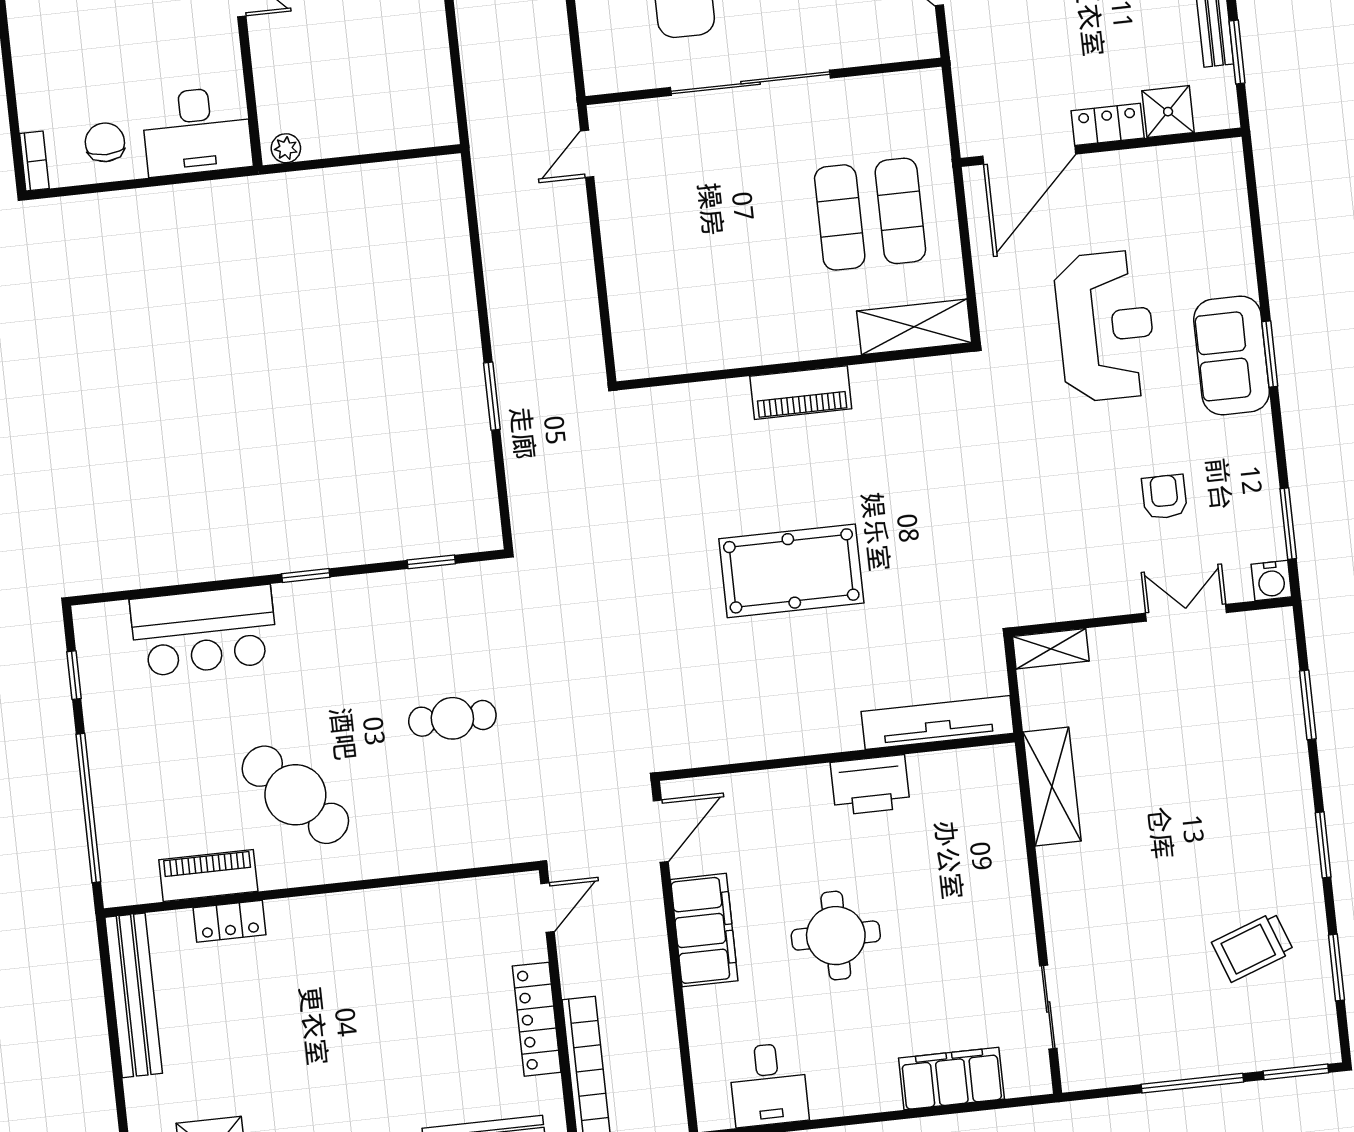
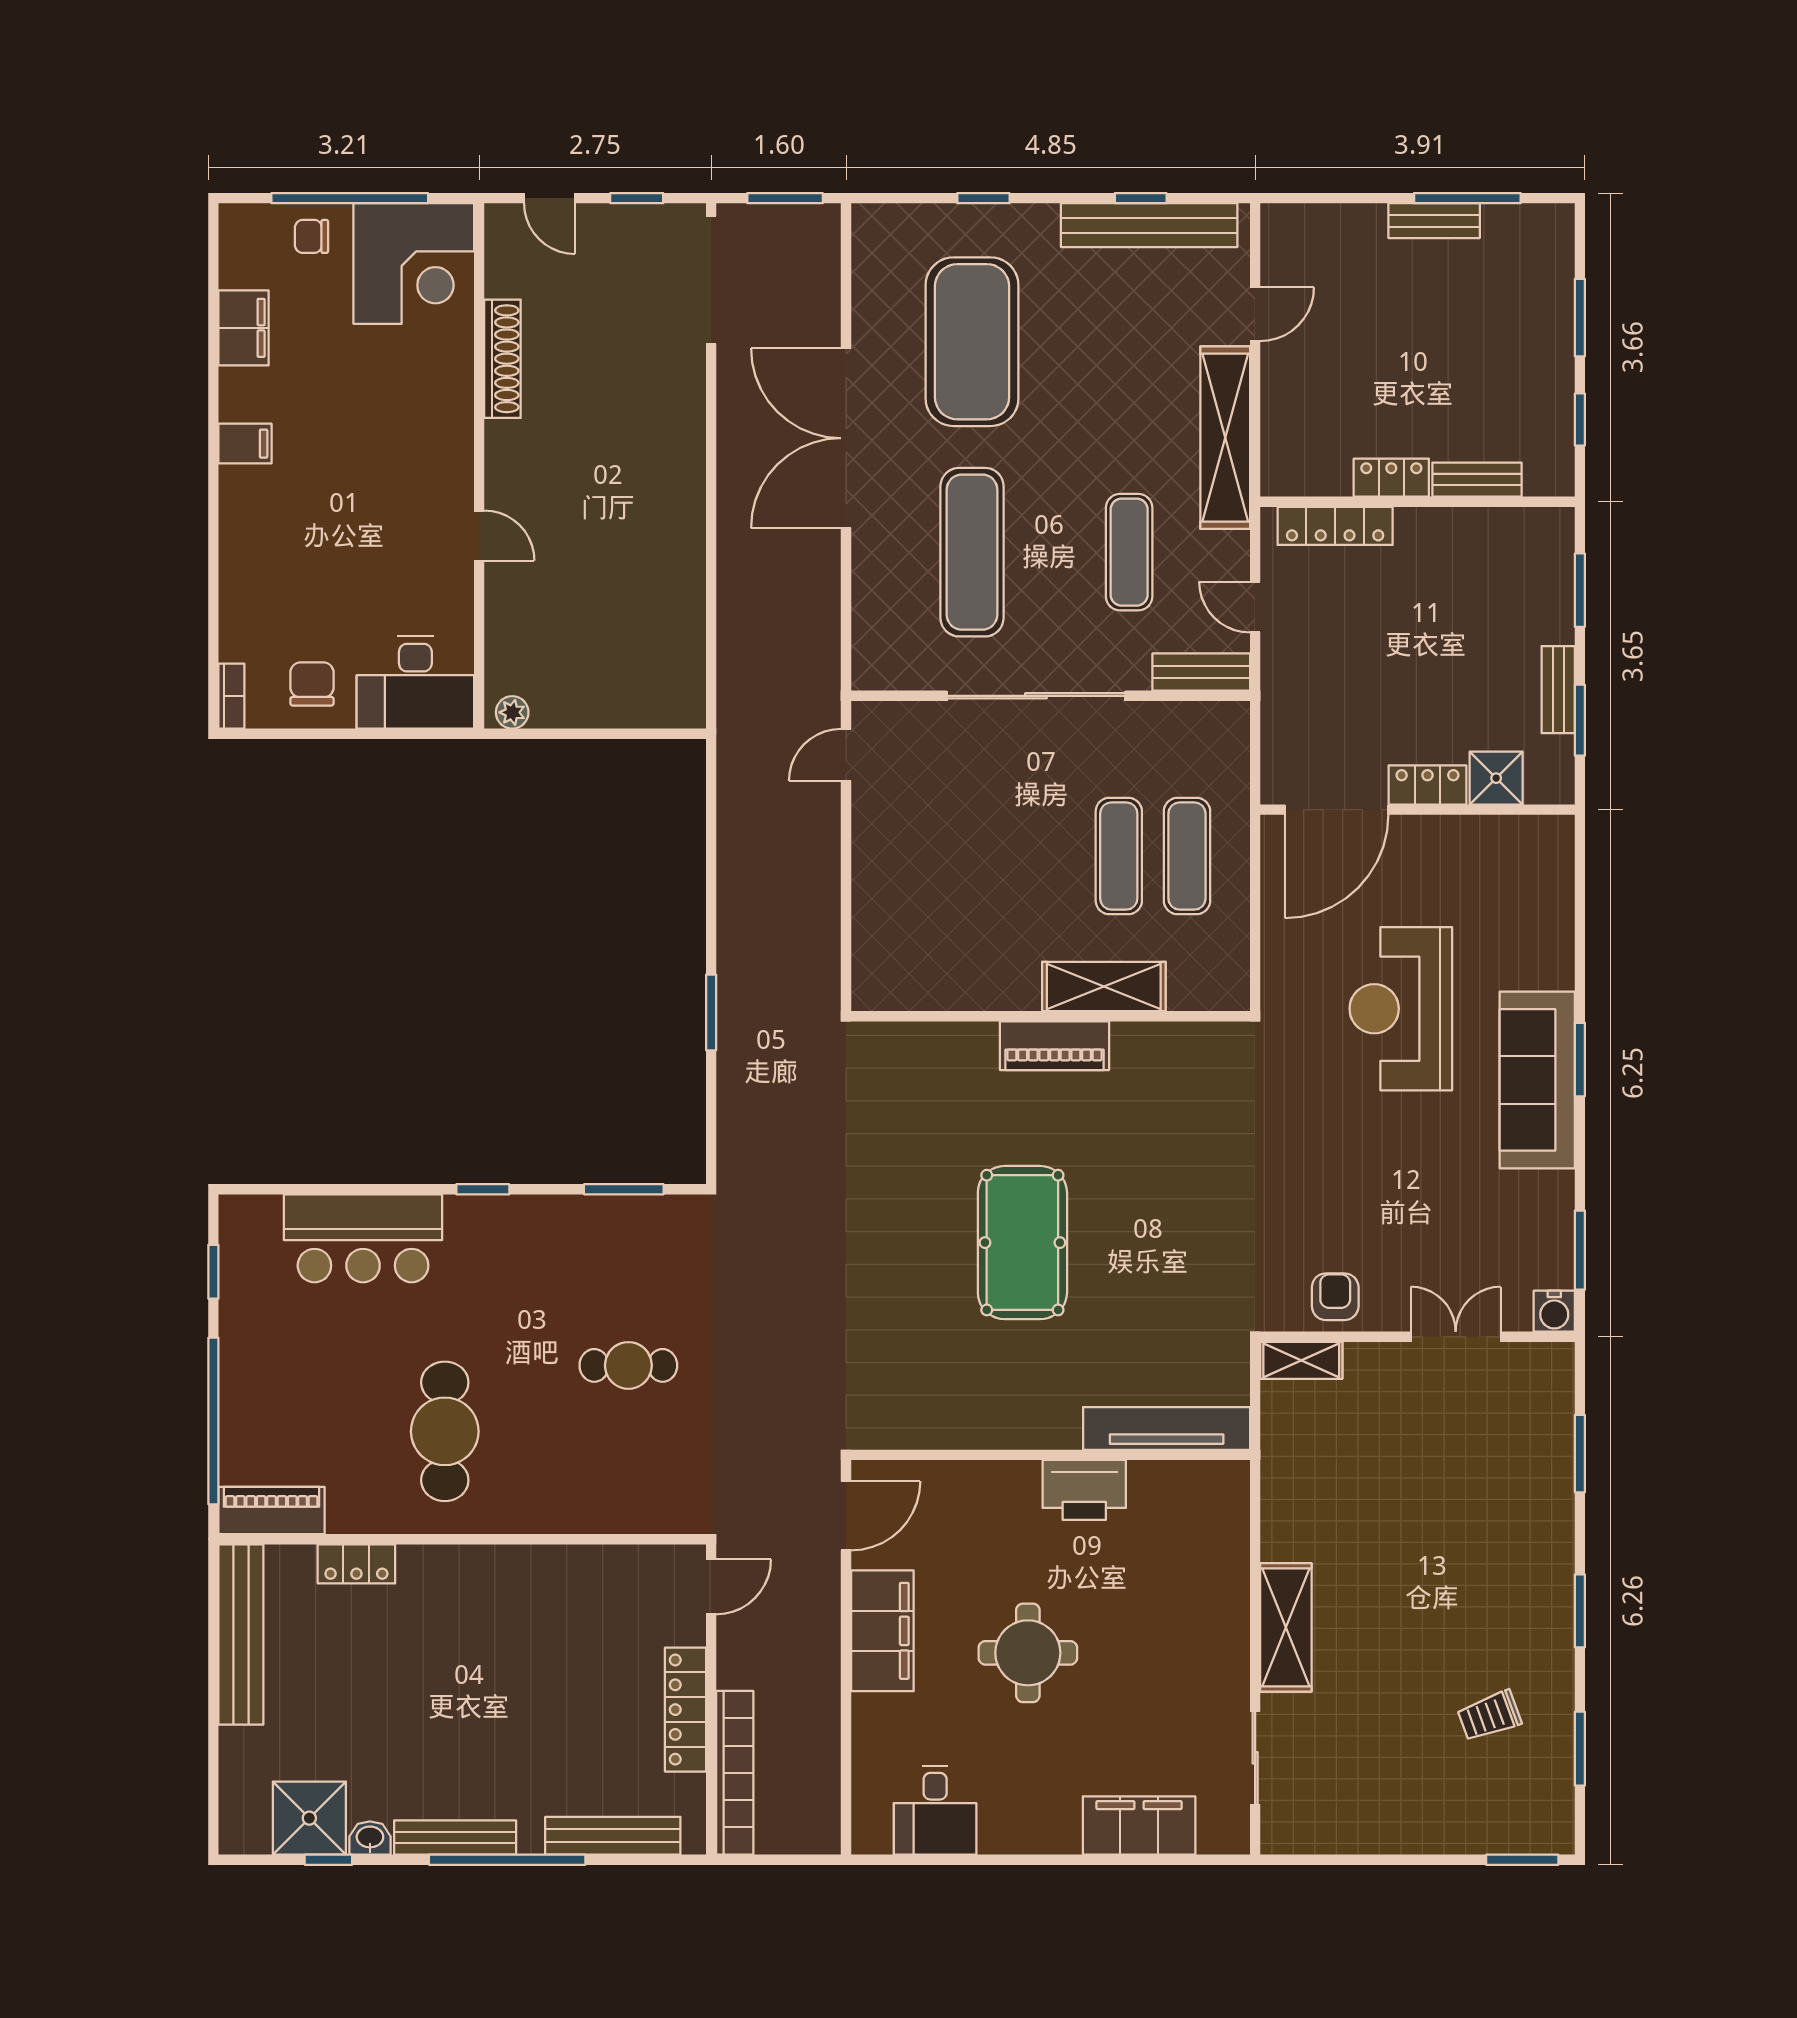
bench: (895, 46) -> (1201, 672), added
reception desk: (1106, 326) -> (1401, 1009), turned 180
shelving: (914, 327) -> (1104, 986), moved
sofa: (1232, 355) -> (1537, 1080), width x1.36
armchair: (1164, 497) -> (1335, 1297), moved
window: (431, 562) -> (624, 1189), width x1.50
pool table: (791, 571) -> (1022, 1243), turned 90
shelving: (1052, 786) -> (1286, 1627), moved
cafe table: (295, 795) -> (445, 1431), turned 43
piano: (208, 875) -> (271, 1510), moved
trolley: (1253, 947) -> (1489, 1716), width x0.73, depth x0.72
window: (1192, 1083) -> (1406, 1860), removed

